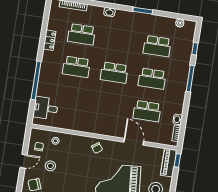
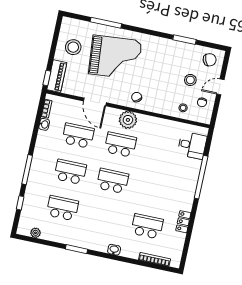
school desk: (76, 67) -> (120, 145), moved
plant: (104, 127) -> (128, 120), added

